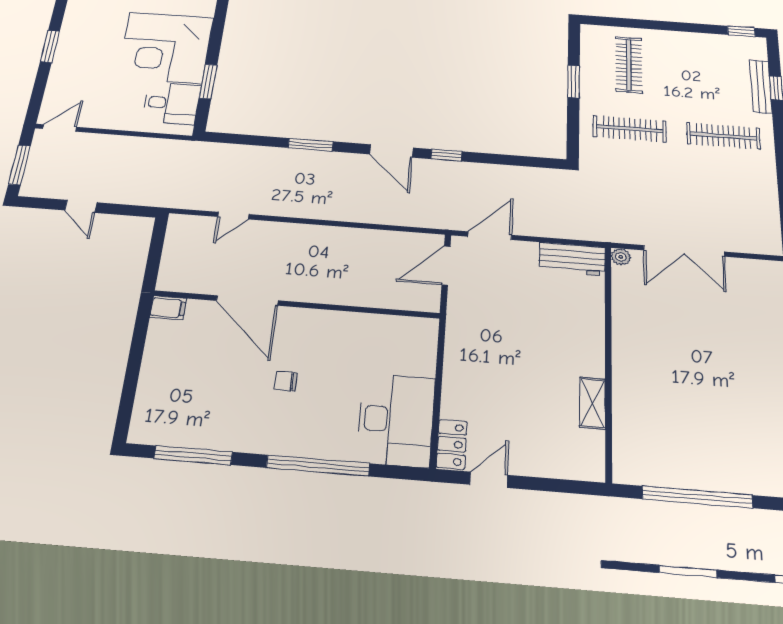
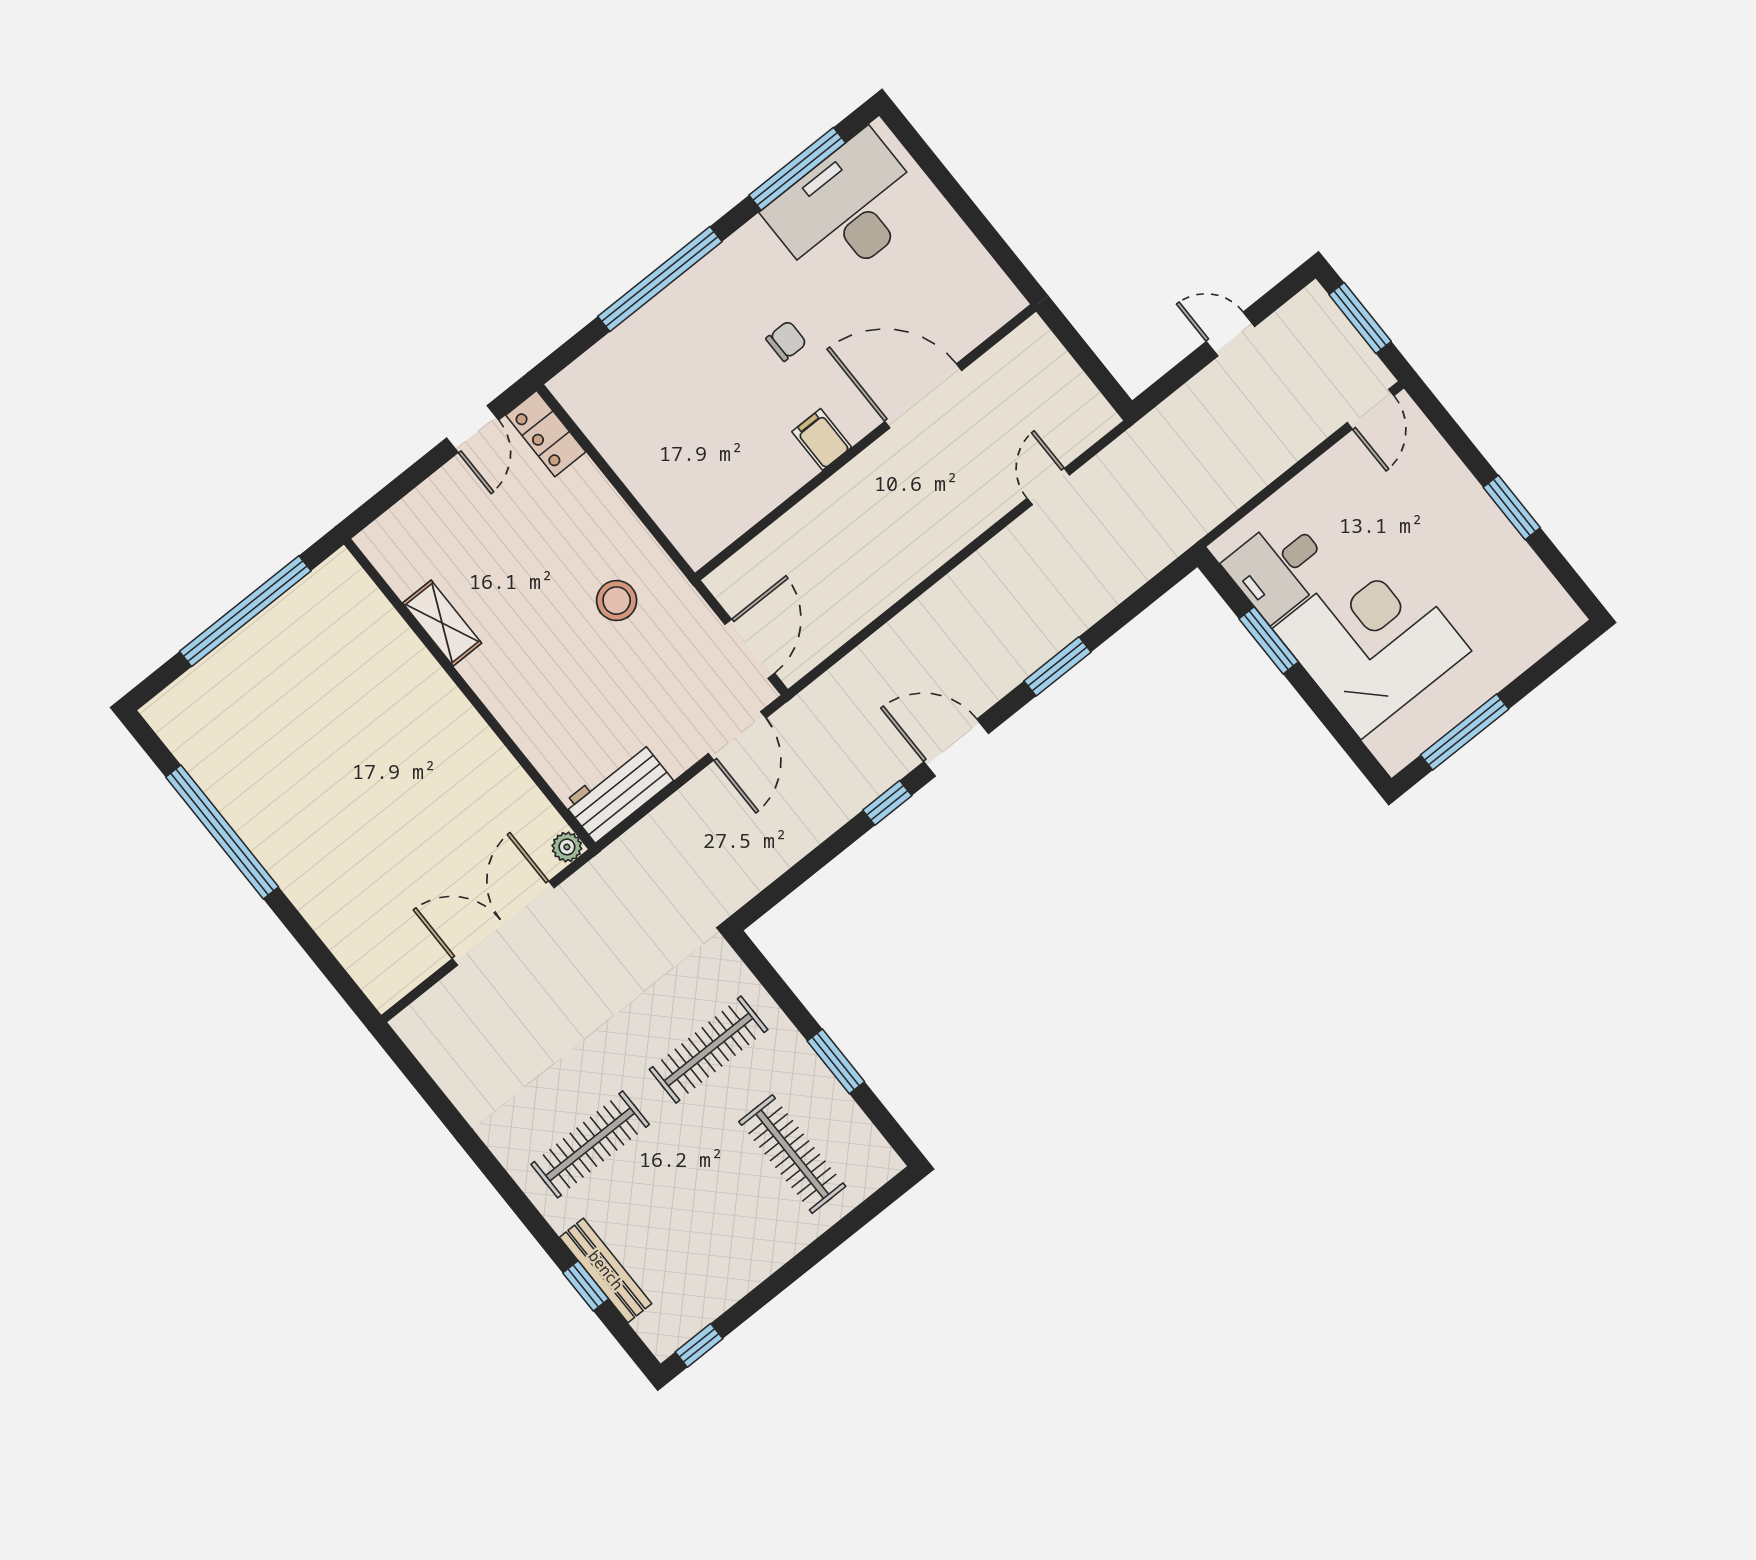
filing cabinet: (168, 308) -> (822, 439), moved, turned 90
stool: (491, 339) -> (617, 601), added
desk: (396, 420) -> (847, 210), moved, turned 90

